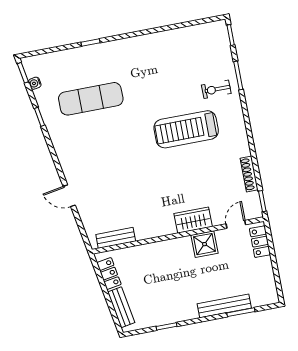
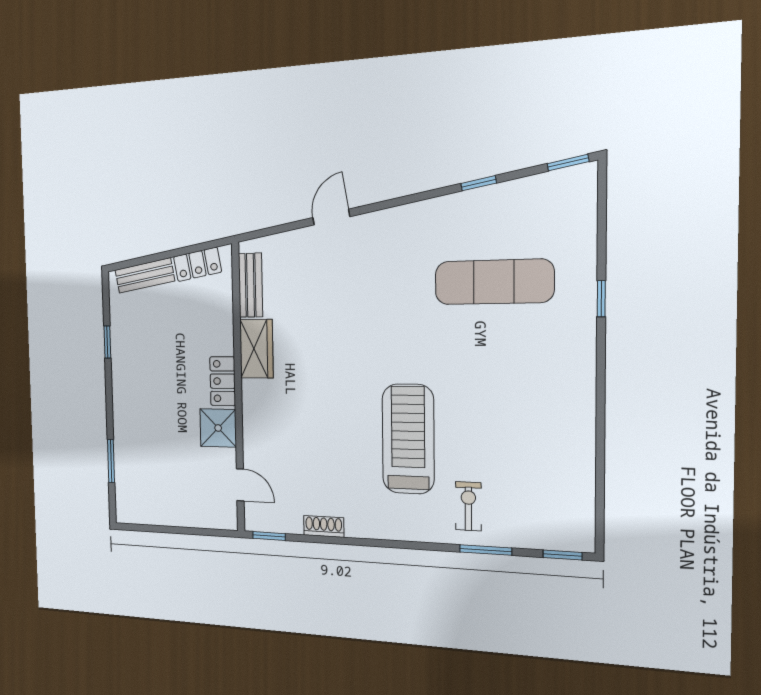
water cooler: (35, 83) -> (543, 183), removed
exercise mat: (91, 99) -> (494, 282), turned 90
shoe rack: (249, 174) -> (324, 526), width x0.70
wardrobe: (193, 220) -> (256, 349), moved
locker: (260, 242) -> (223, 381), moved, turned -90
bench: (224, 306) -> (123, 438), removed

